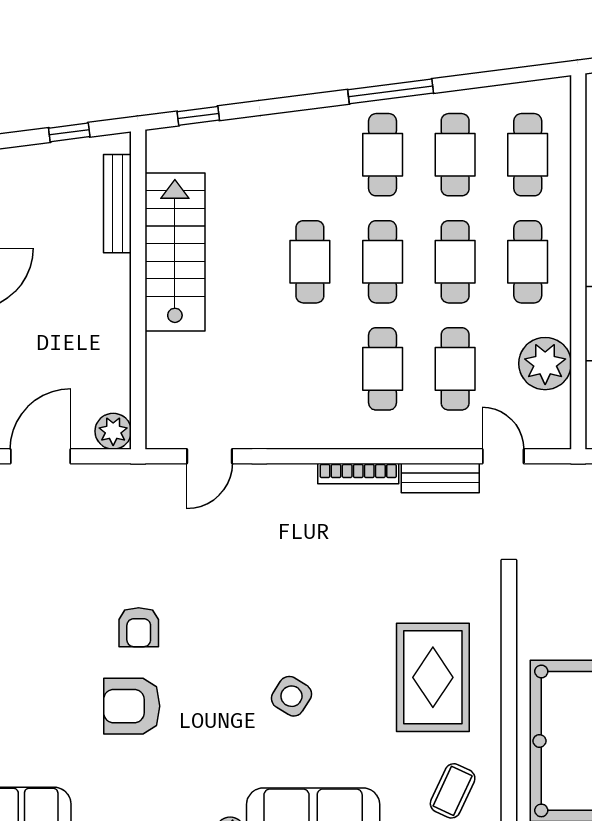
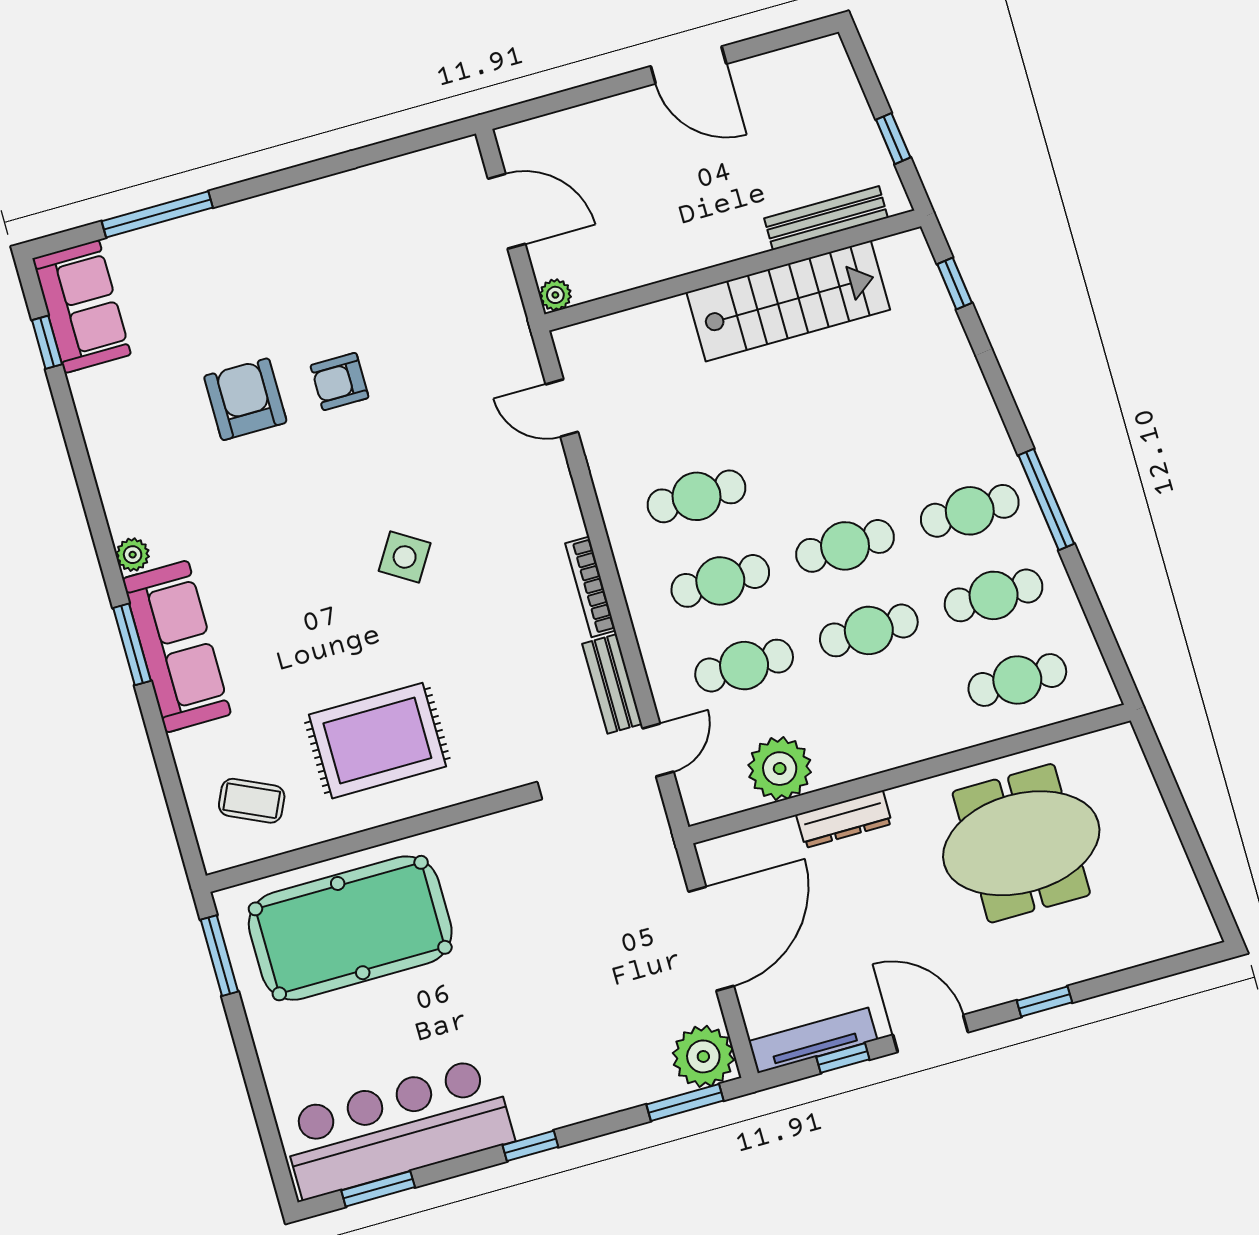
cafe table: (310, 262) -> (696, 496), moved
cafe table: (528, 262) -> (893, 715), removed
plant: (113, 431) -> (555, 295), width x0.73, depth x0.73
side table: (291, 696) -> (405, 557), moved

